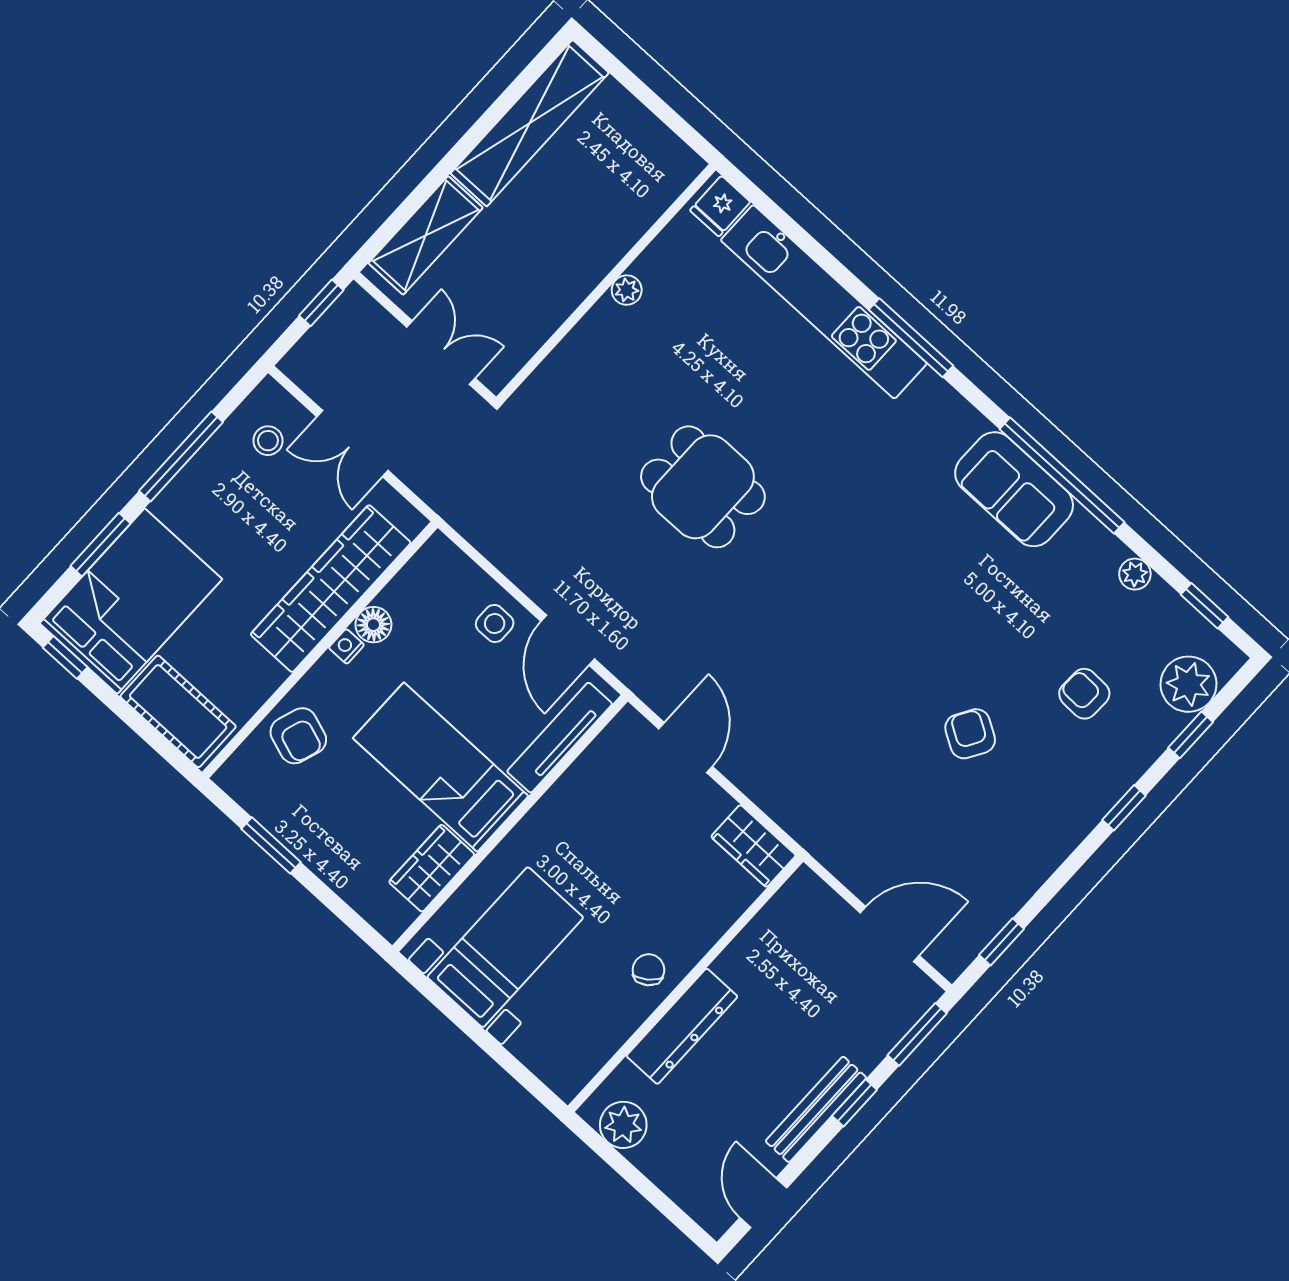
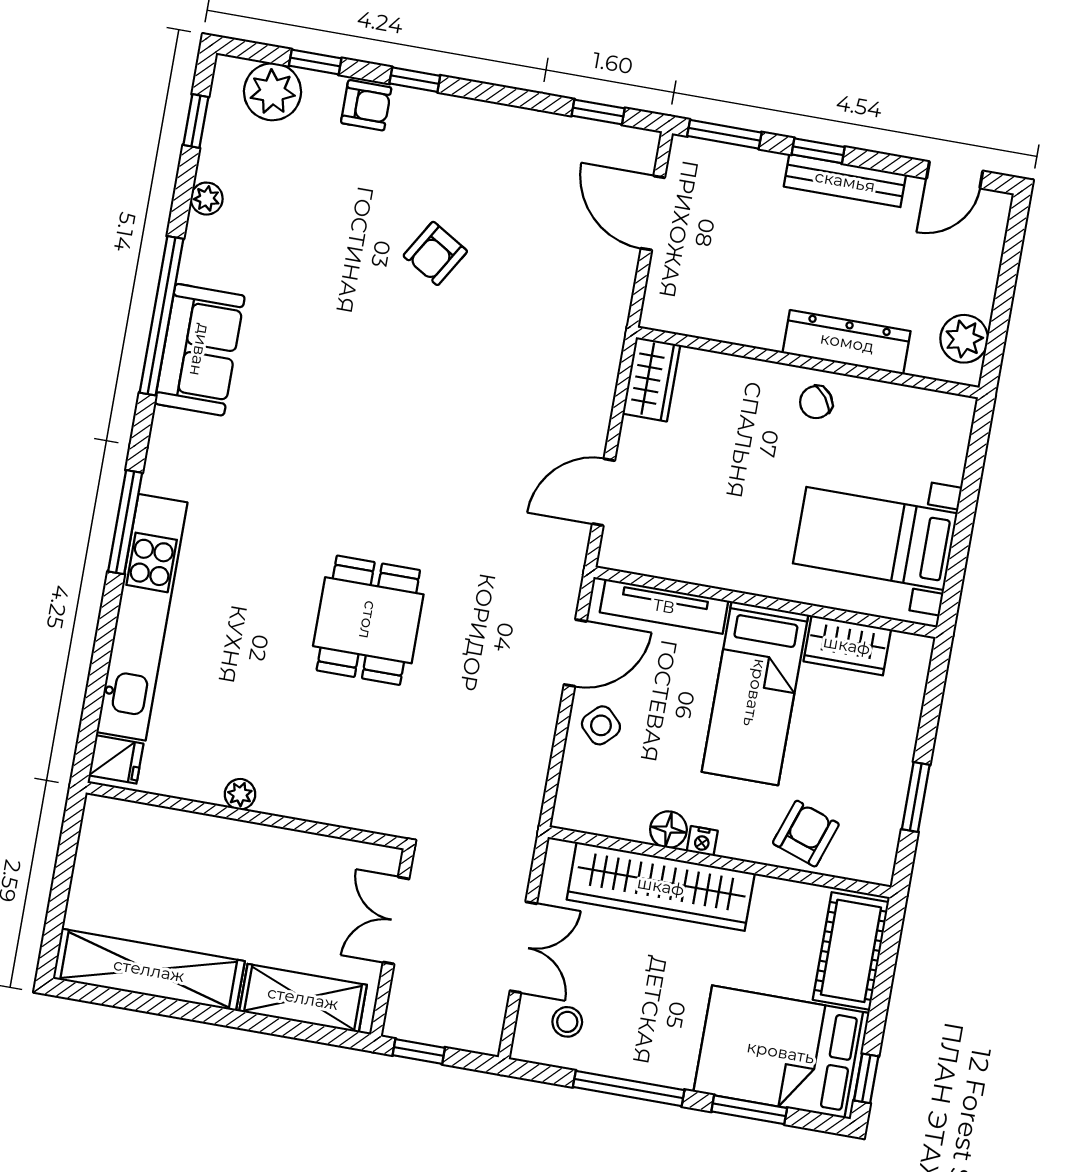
side table: (495, 624) -> (601, 725), turned 45
armchair: (1084, 694) -> (366, 105), moved, turned -92

